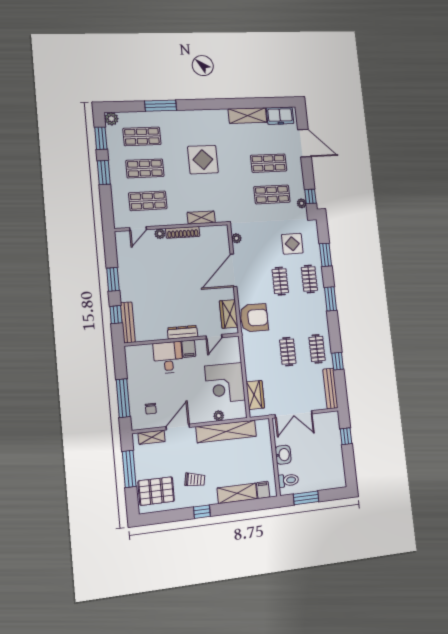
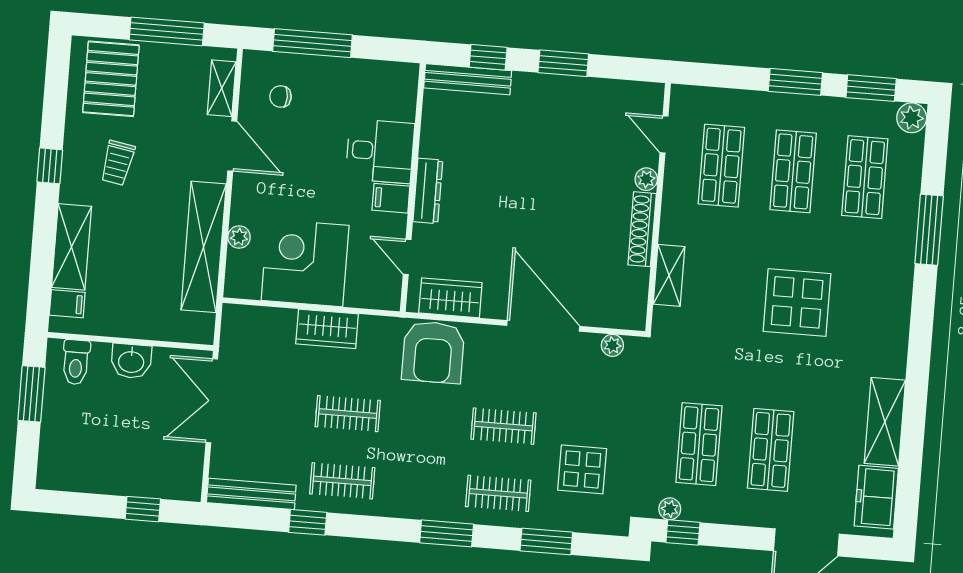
wardrobe: (255, 395) -> (327, 329), moved

